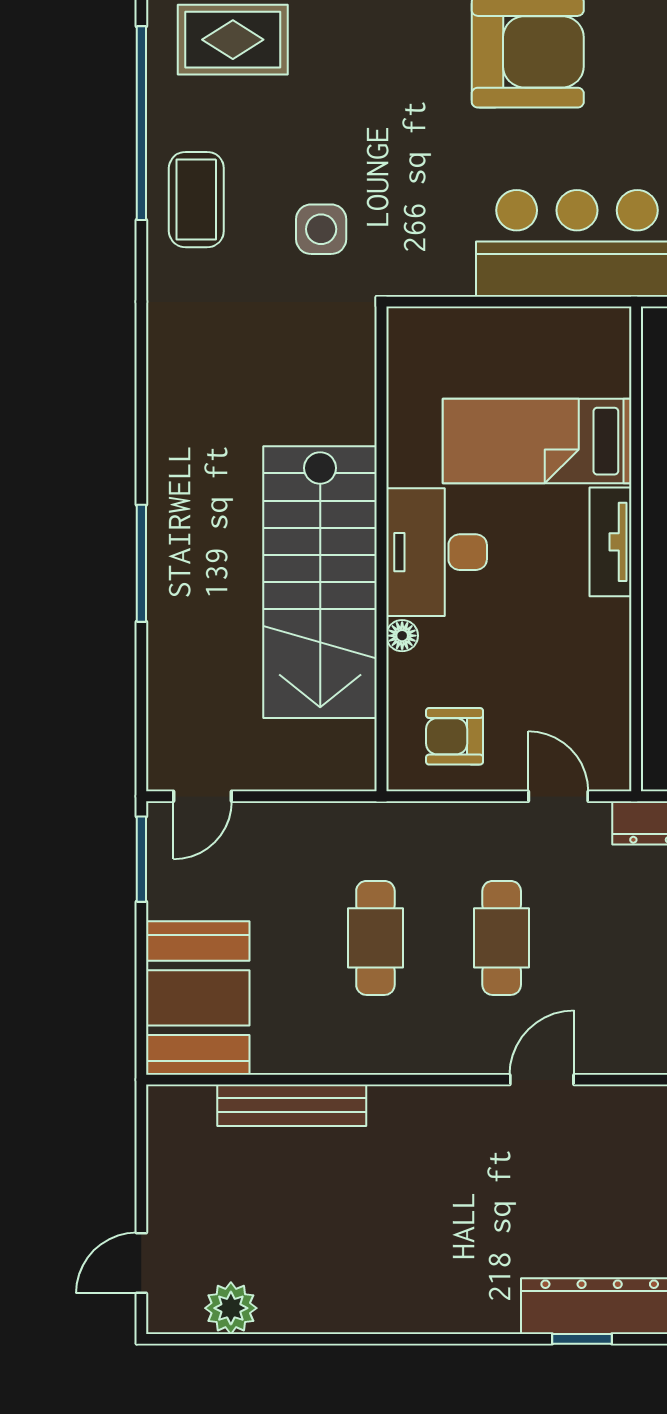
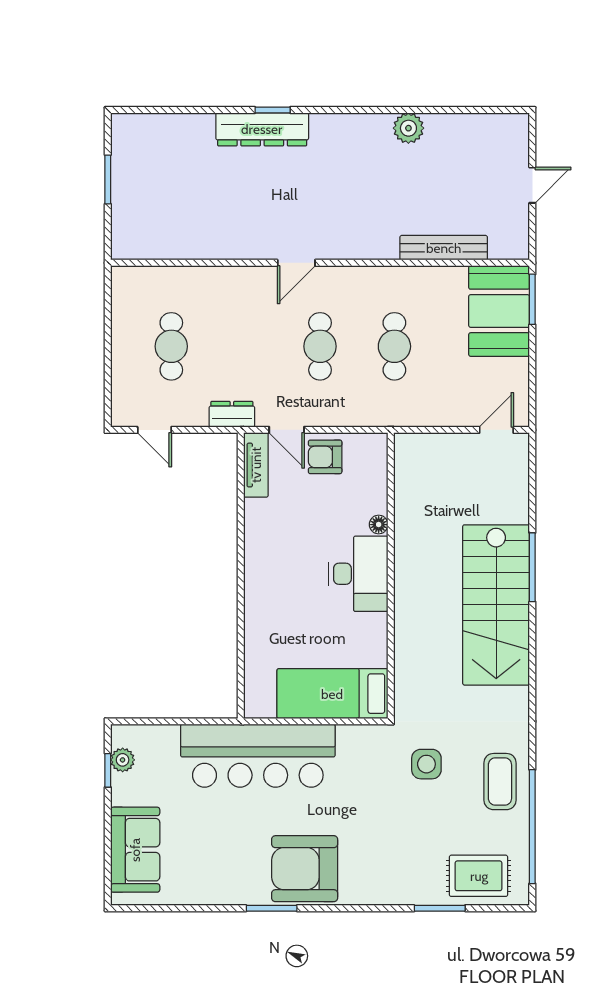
bed: (537, 441) -> (332, 694), moved, turned 180
tv unit: (610, 542) -> (256, 465), moved
stairs: (320, 582) -> (496, 605), moved, turned 180
armchair: (455, 736) -> (325, 457), moved, turned 180
window: (141, 859) -> (532, 299), moved
door: (141, 1263) -> (532, 185), moved
plant: (231, 1308) -> (408, 128), moved

